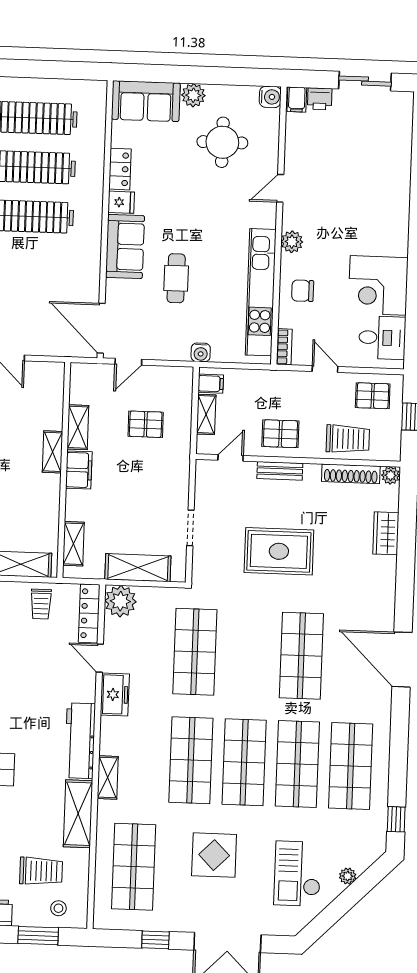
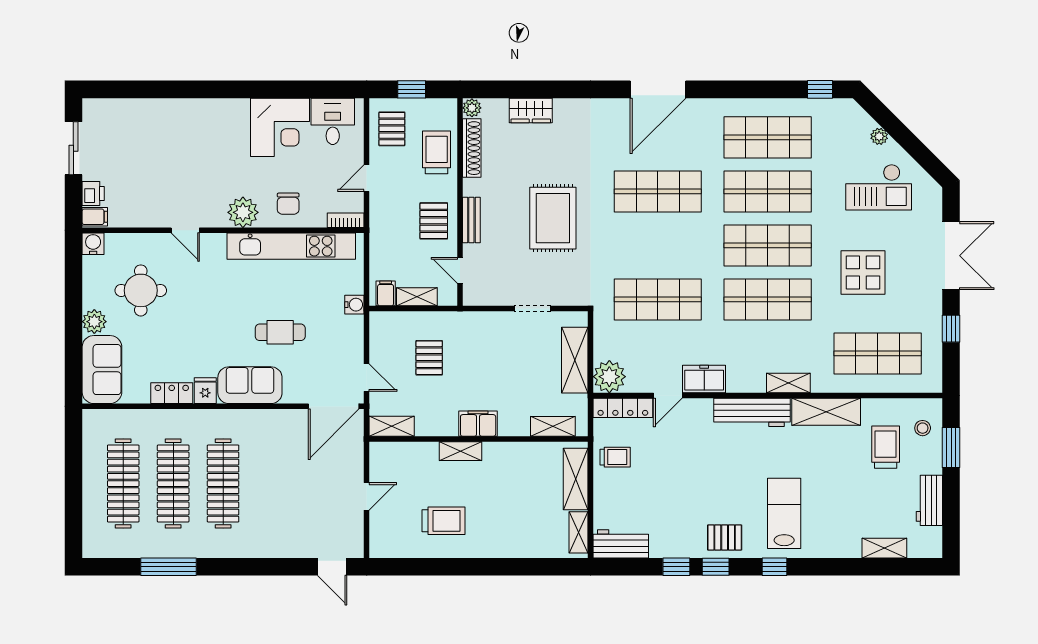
plant: (292, 242) -> (243, 212), width x1.36, depth x1.36
shelving: (78, 427) -> (392, 426), moved

